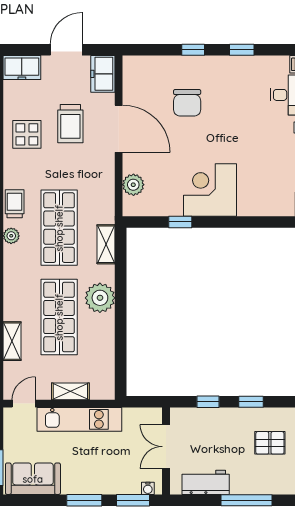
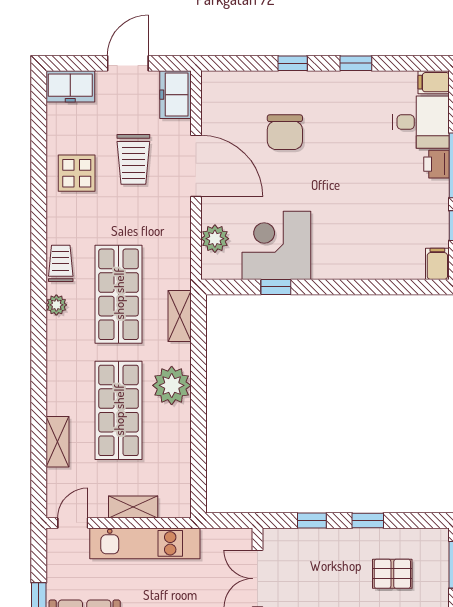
corner desk: (210, 190) -> (276, 245), moved

